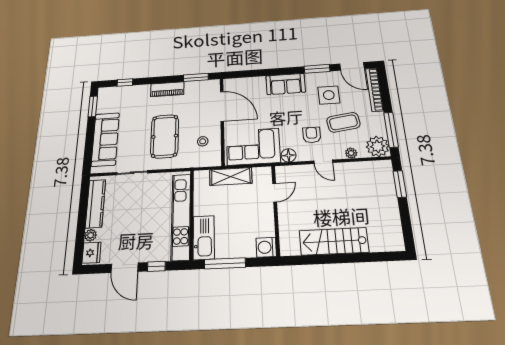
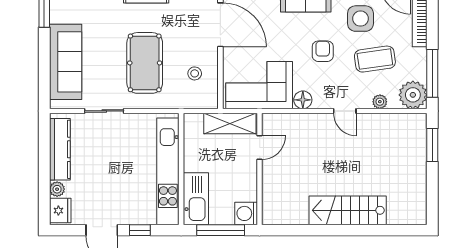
armchair: (312, 135) -> (323, 51), moved
door: (275, 193) -> (260, 148), moved
wall: (276, 210) -> (260, 169), moved
washing machine: (266, 247) -> (246, 213), moved

